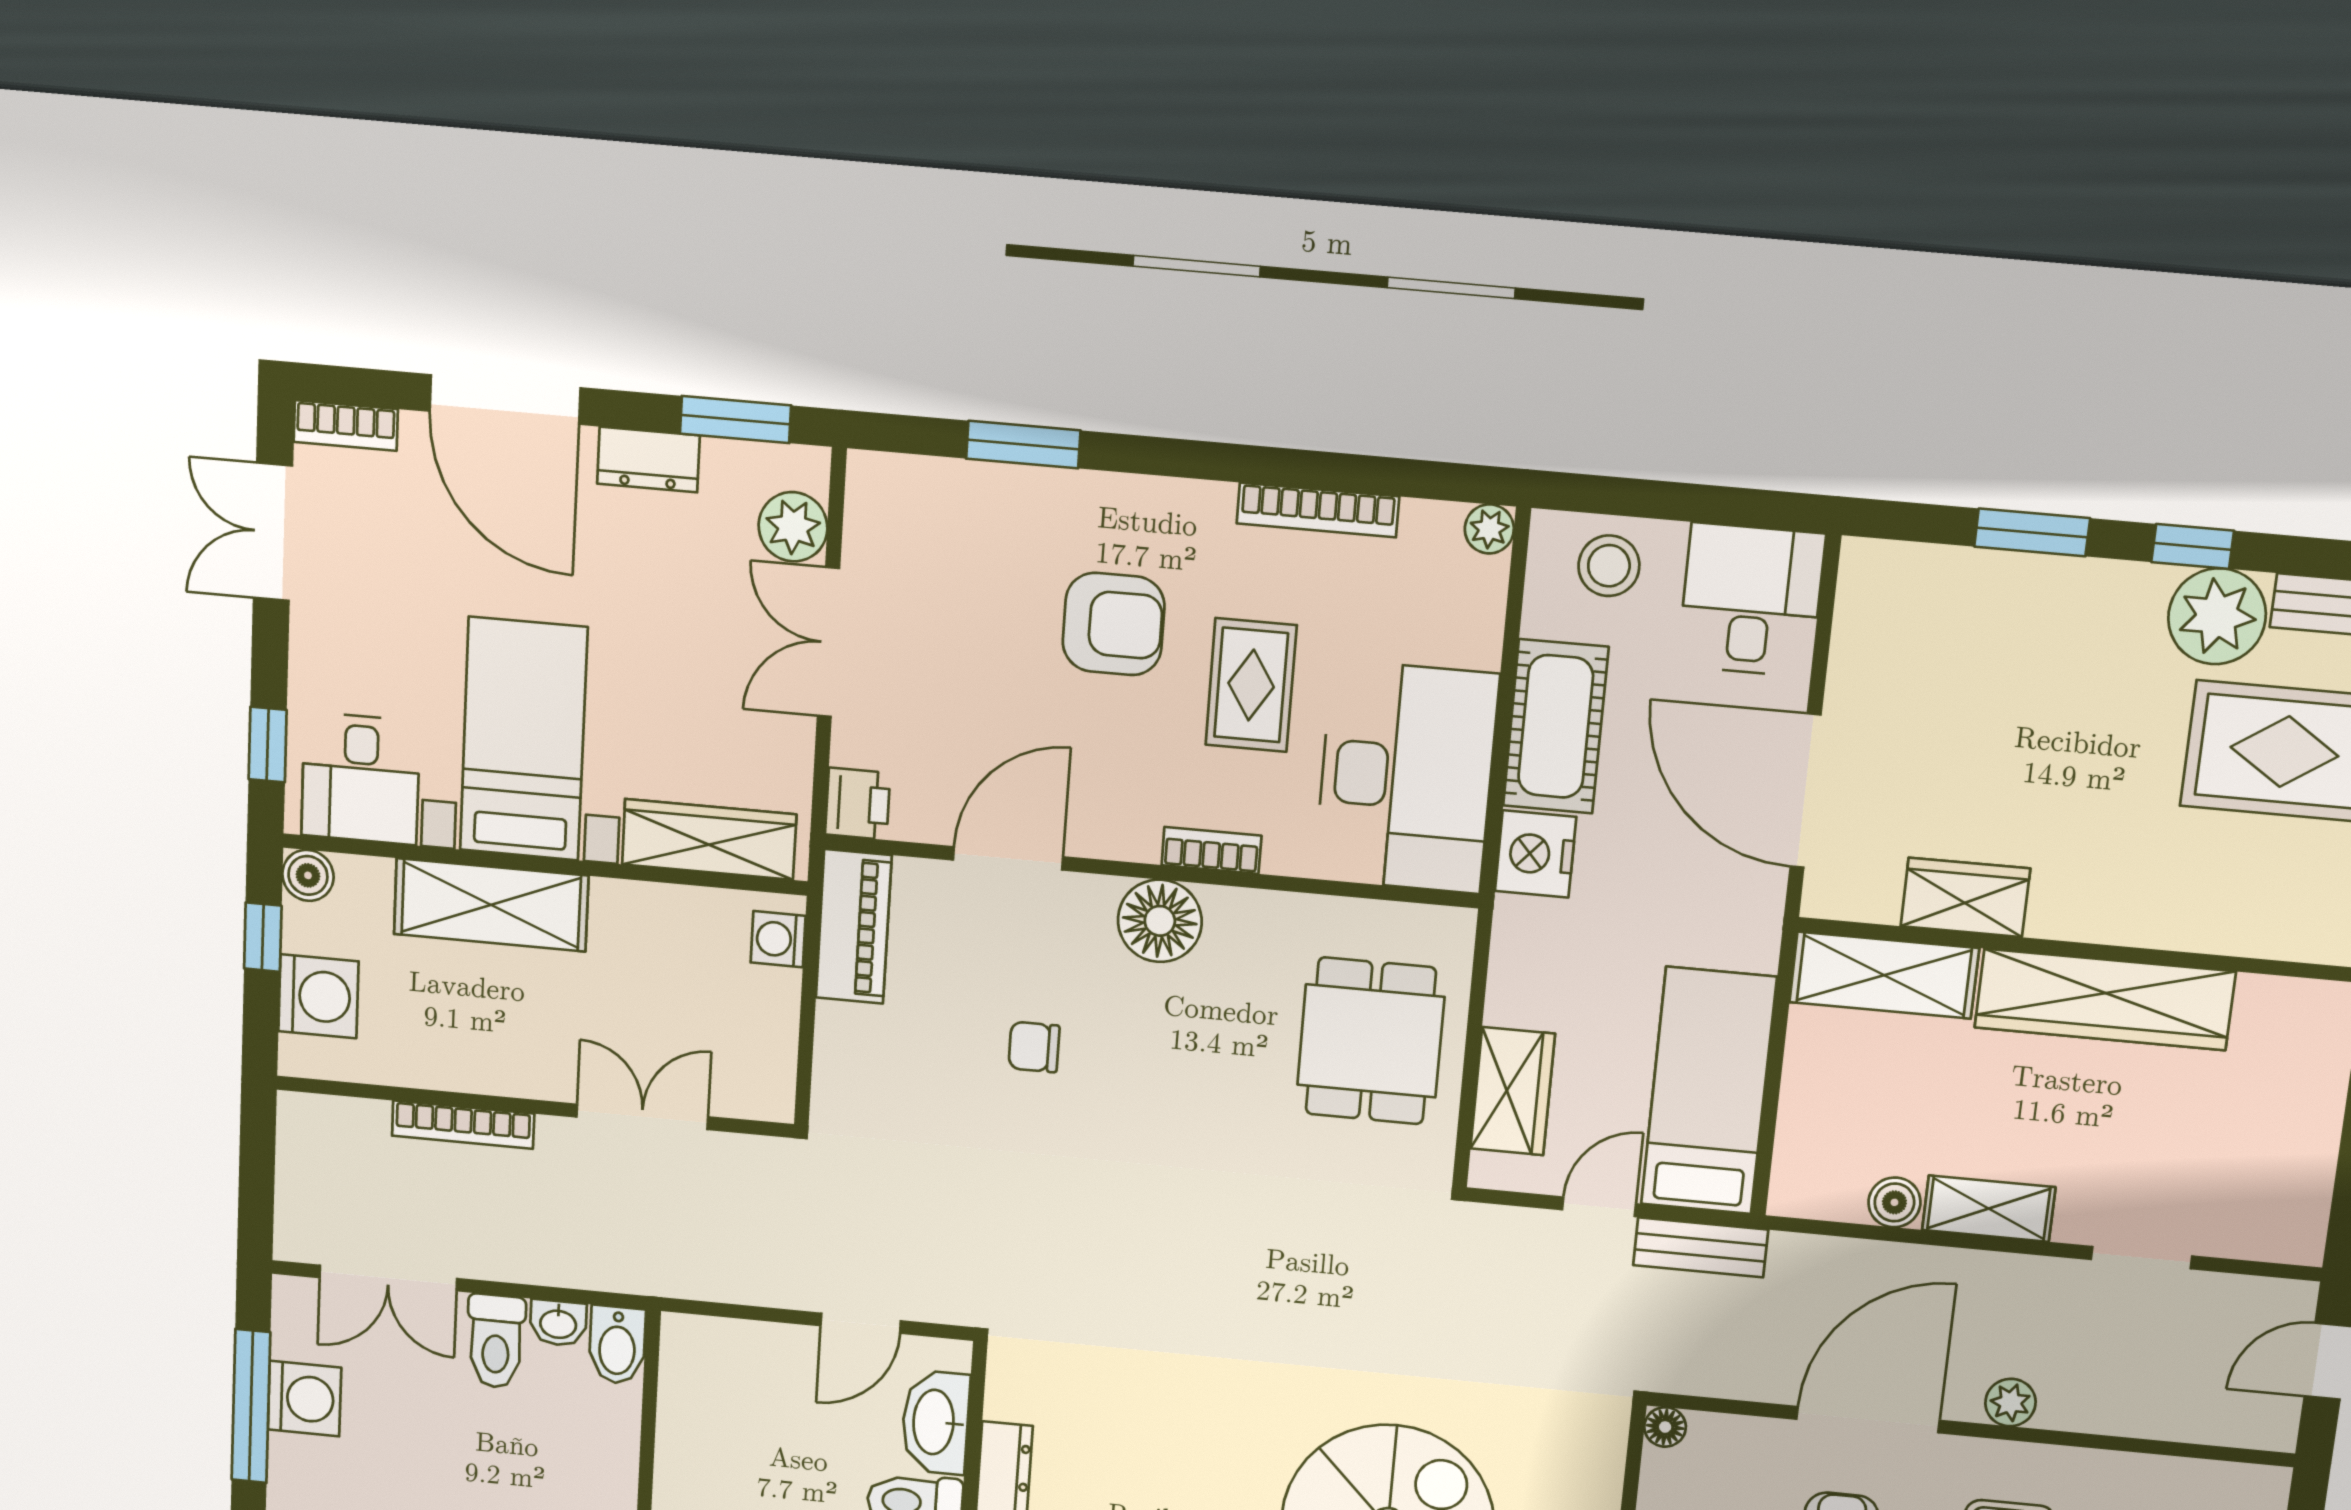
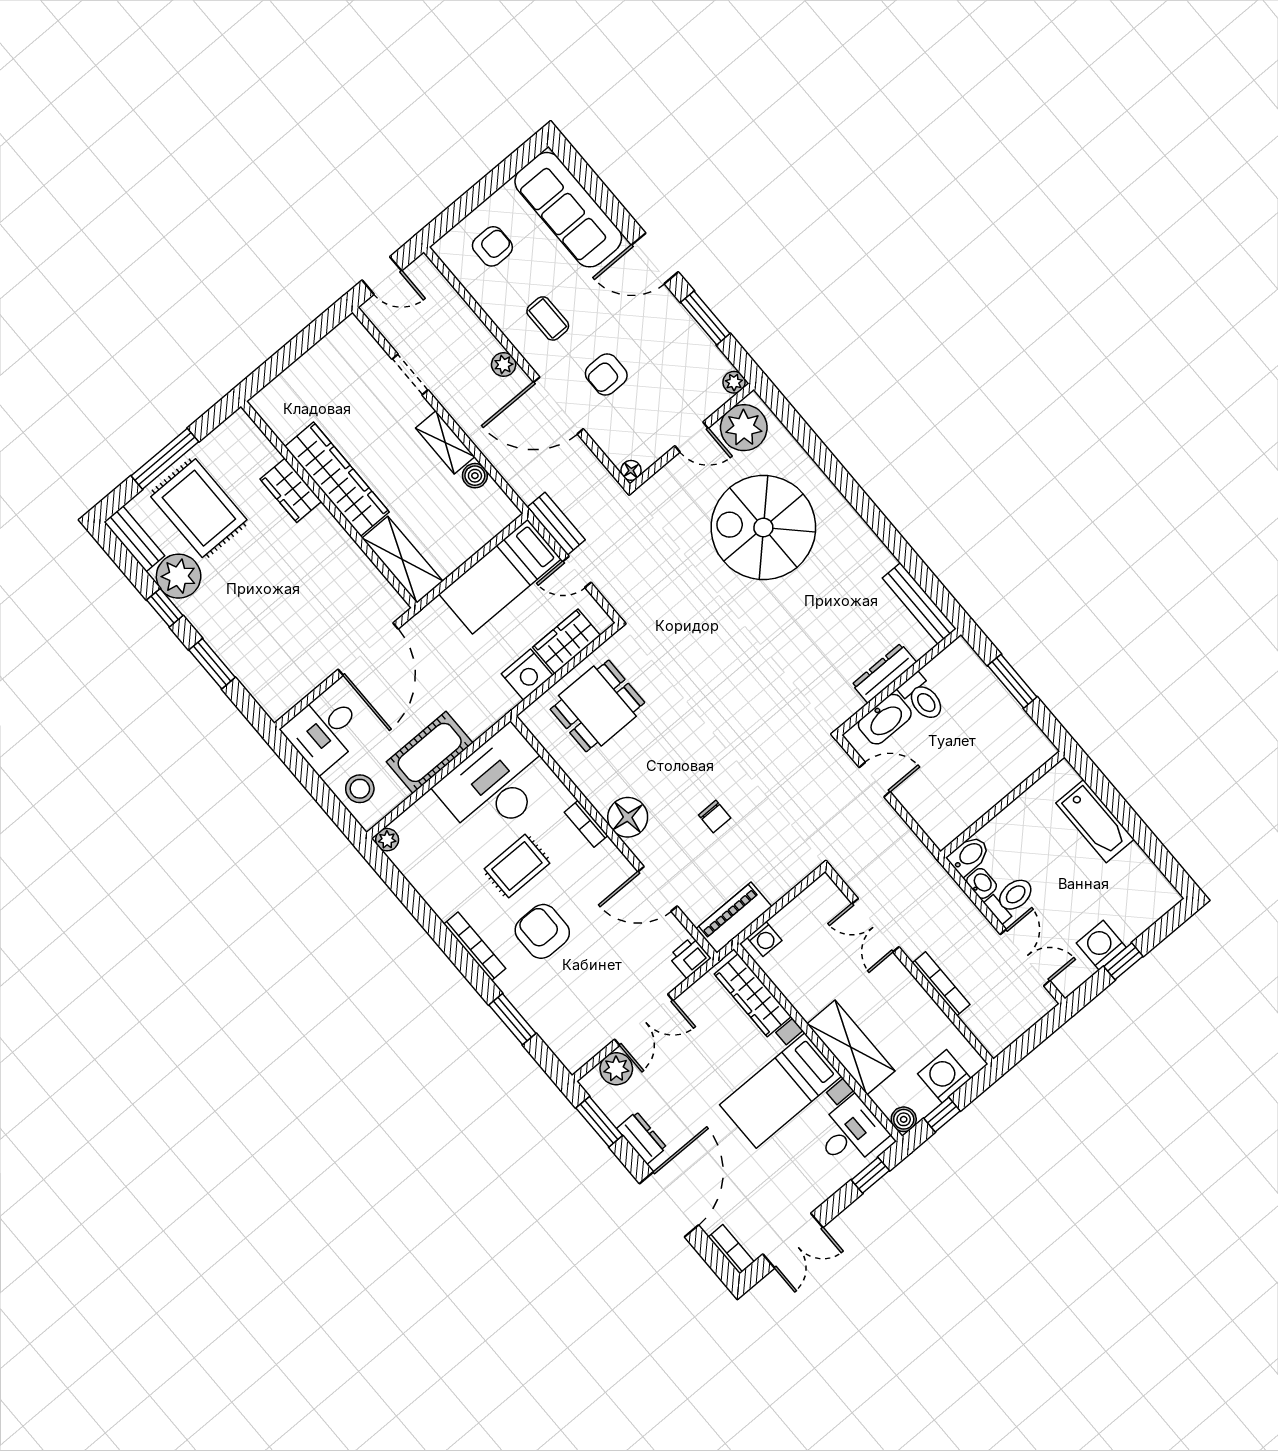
bookcase: (1318, 510) -> (475, 946), moved
nightstand: (1536, 854) -> (527, 675), moved
wardrobe: (1965, 897) -> (291, 490), moved
window: (251, 1406) -> (1123, 961), width x0.46

